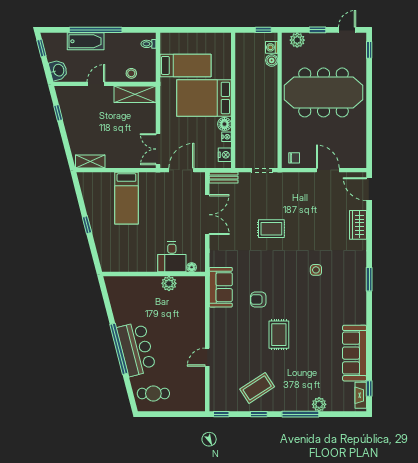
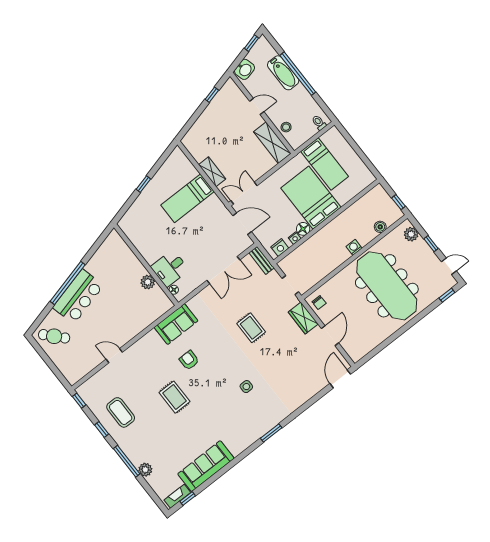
washing machine: (272, 47) -> (354, 247), moved
shelving: (90, 161) -> (212, 172), moved
wardrobe: (358, 225) -> (303, 318), moved, turned -90
rug: (279, 335) -> (175, 397), turned 90
coffee table: (257, 388) -> (121, 412), turned 33
cafe table: (153, 394) -> (54, 336), turned -43

